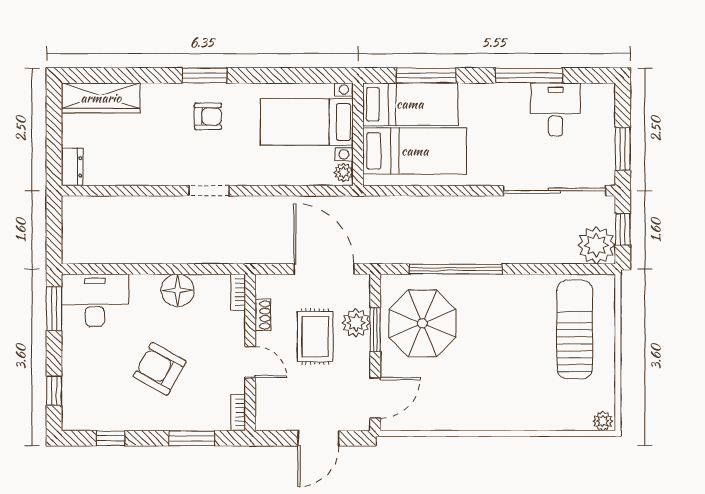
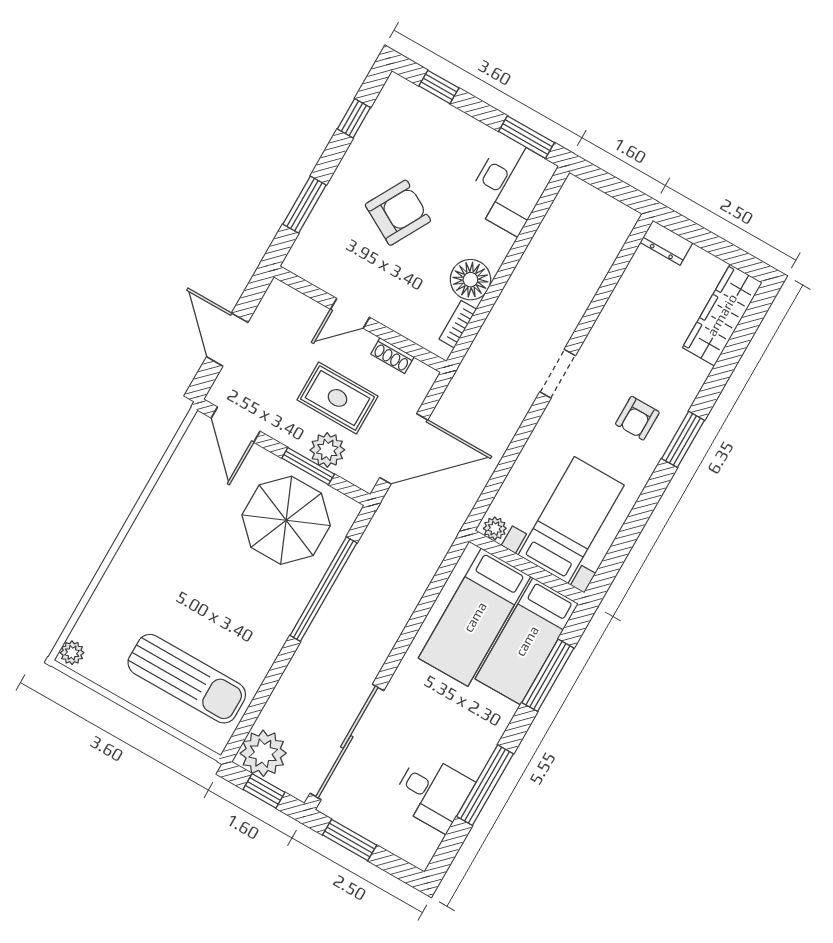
bookcase: (238, 292) -> (458, 324), moved, turned -90
bookcase: (238, 413) -> (304, 269), removed

